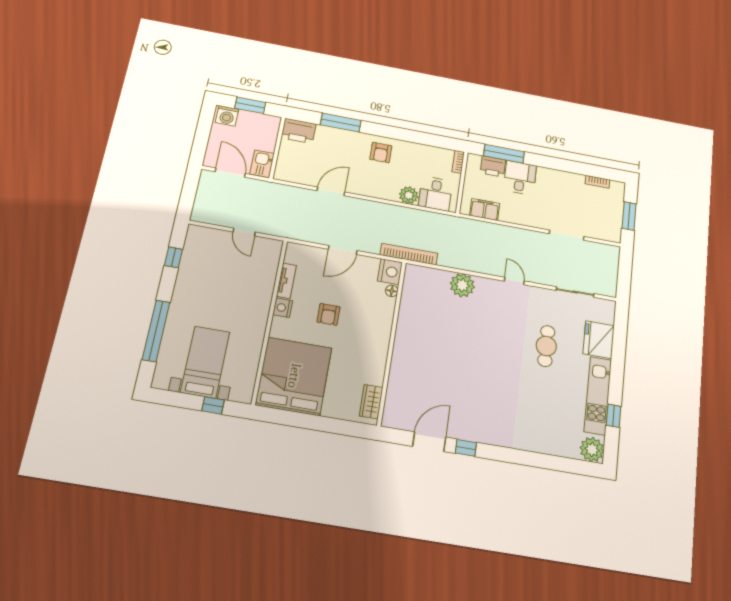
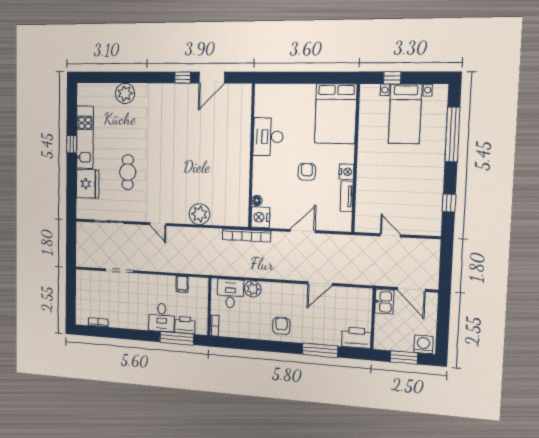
filing cabinet: (485, 209) -> (182, 284), width x0.50
window: (629, 216) -> (71, 295), removed
desk: (369, 361) -> (268, 137), added
bed: (294, 376) -> (336, 114), width x0.73
wardrobe: (371, 402) -> (262, 103), removed
window: (614, 416) -> (72, 144), moved
plant: (592, 449) -> (125, 93), moved

